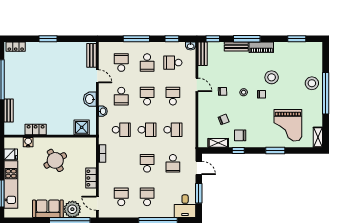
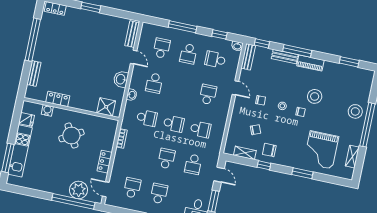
school desk: (147, 96) -> (181, 89), removed
shelving: (318, 137) -> (352, 157), moved
sofa: (48, 209) -> (53, 184), removed

